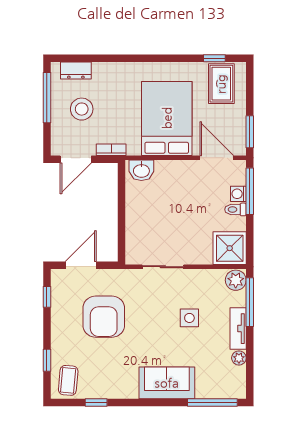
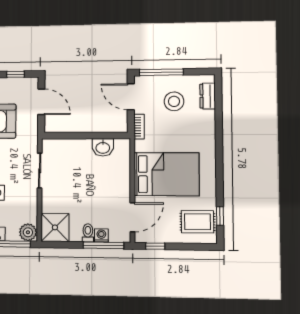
window: (47, 98) -> (161, 72), moved
window: (250, 132) -> (155, 246), width x0.67
washbasin: (141, 170) -> (103, 147), moved, turned -90

